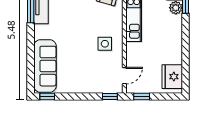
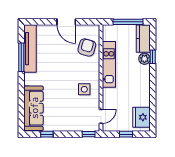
window: (47, 97) -> (47, 134), moved
window: (142, 97) -> (126, 134), moved

